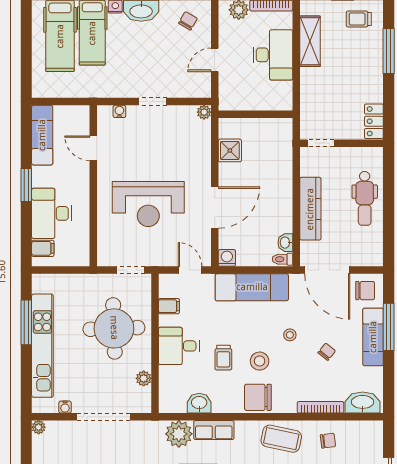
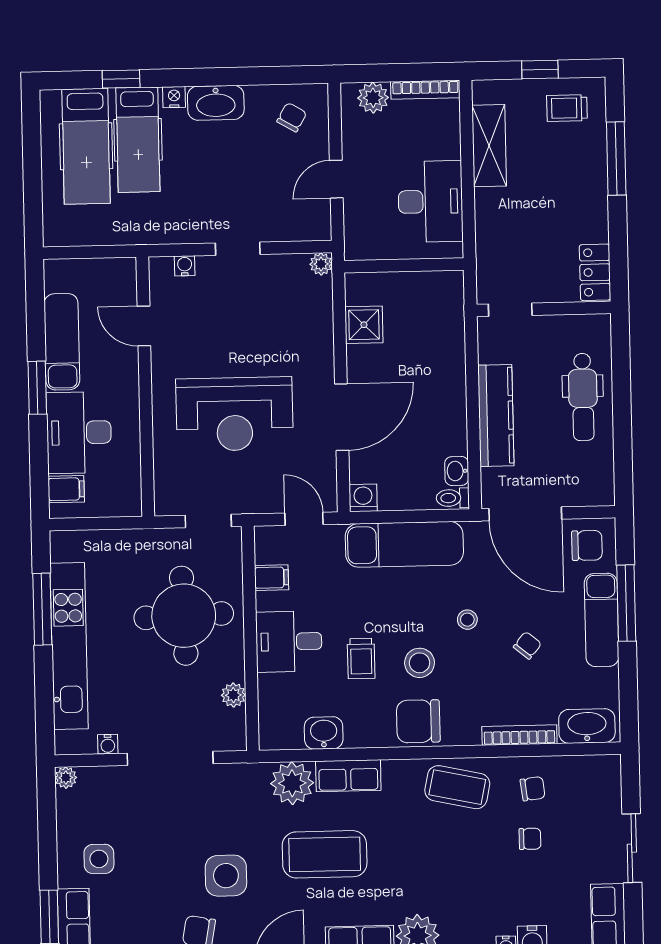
desk: (273, 55) -> (430, 201), moved
exam couch: (42, 135) -> (62, 342), moved

